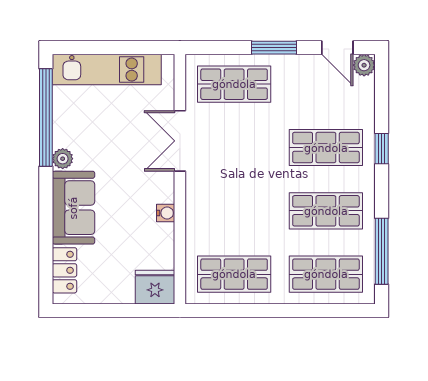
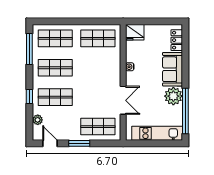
plant: (364, 65) -> (38, 120), moved
plant: (63, 159) -> (173, 96), width x1.87, depth x1.87

